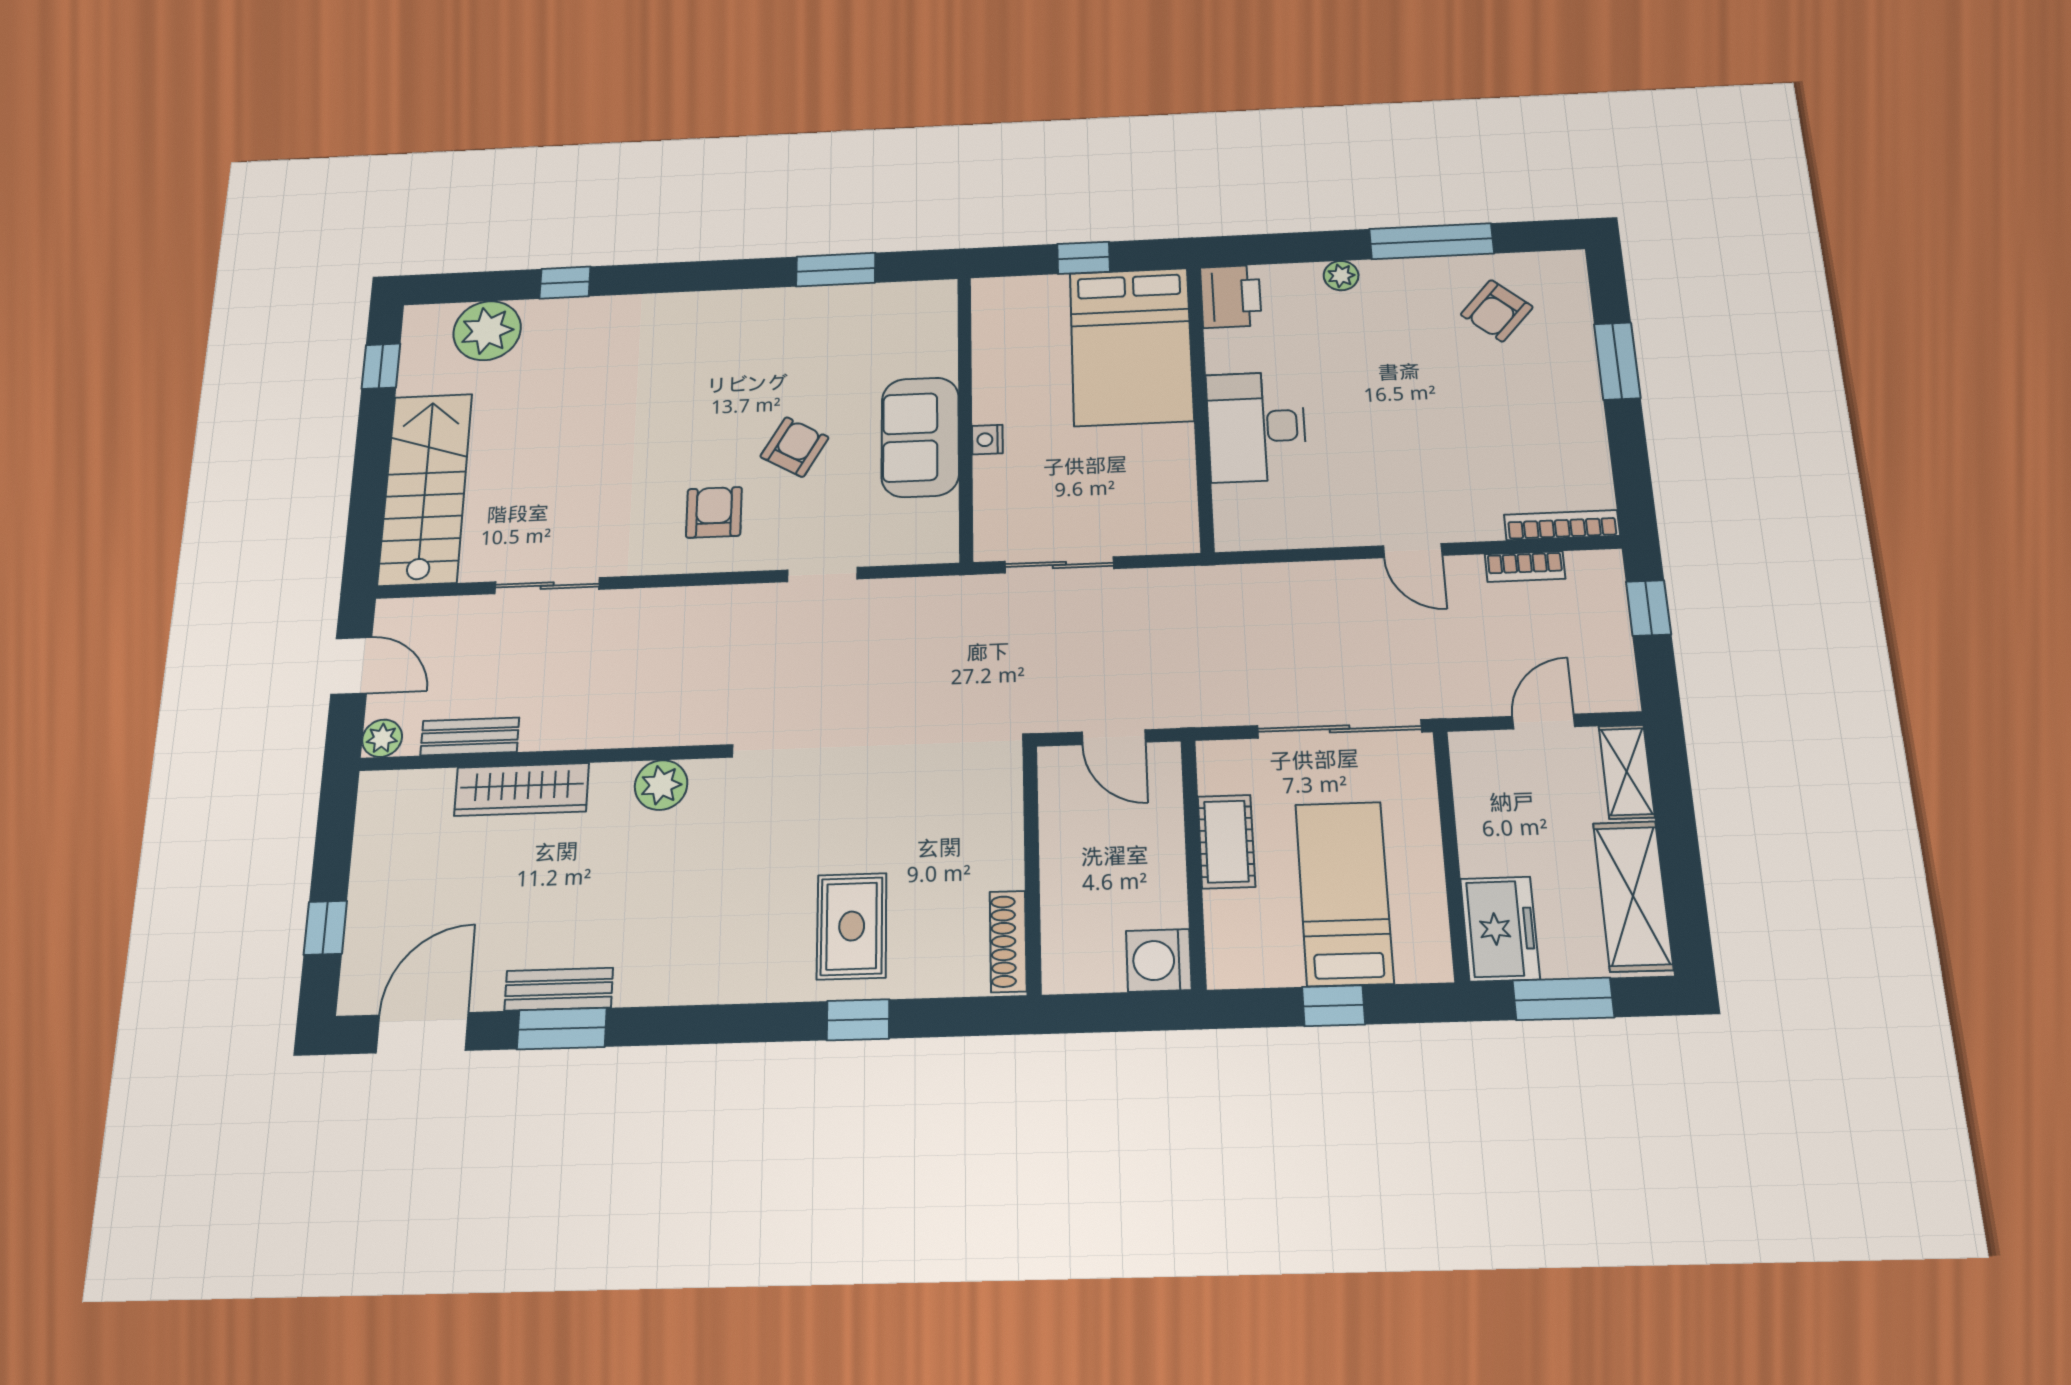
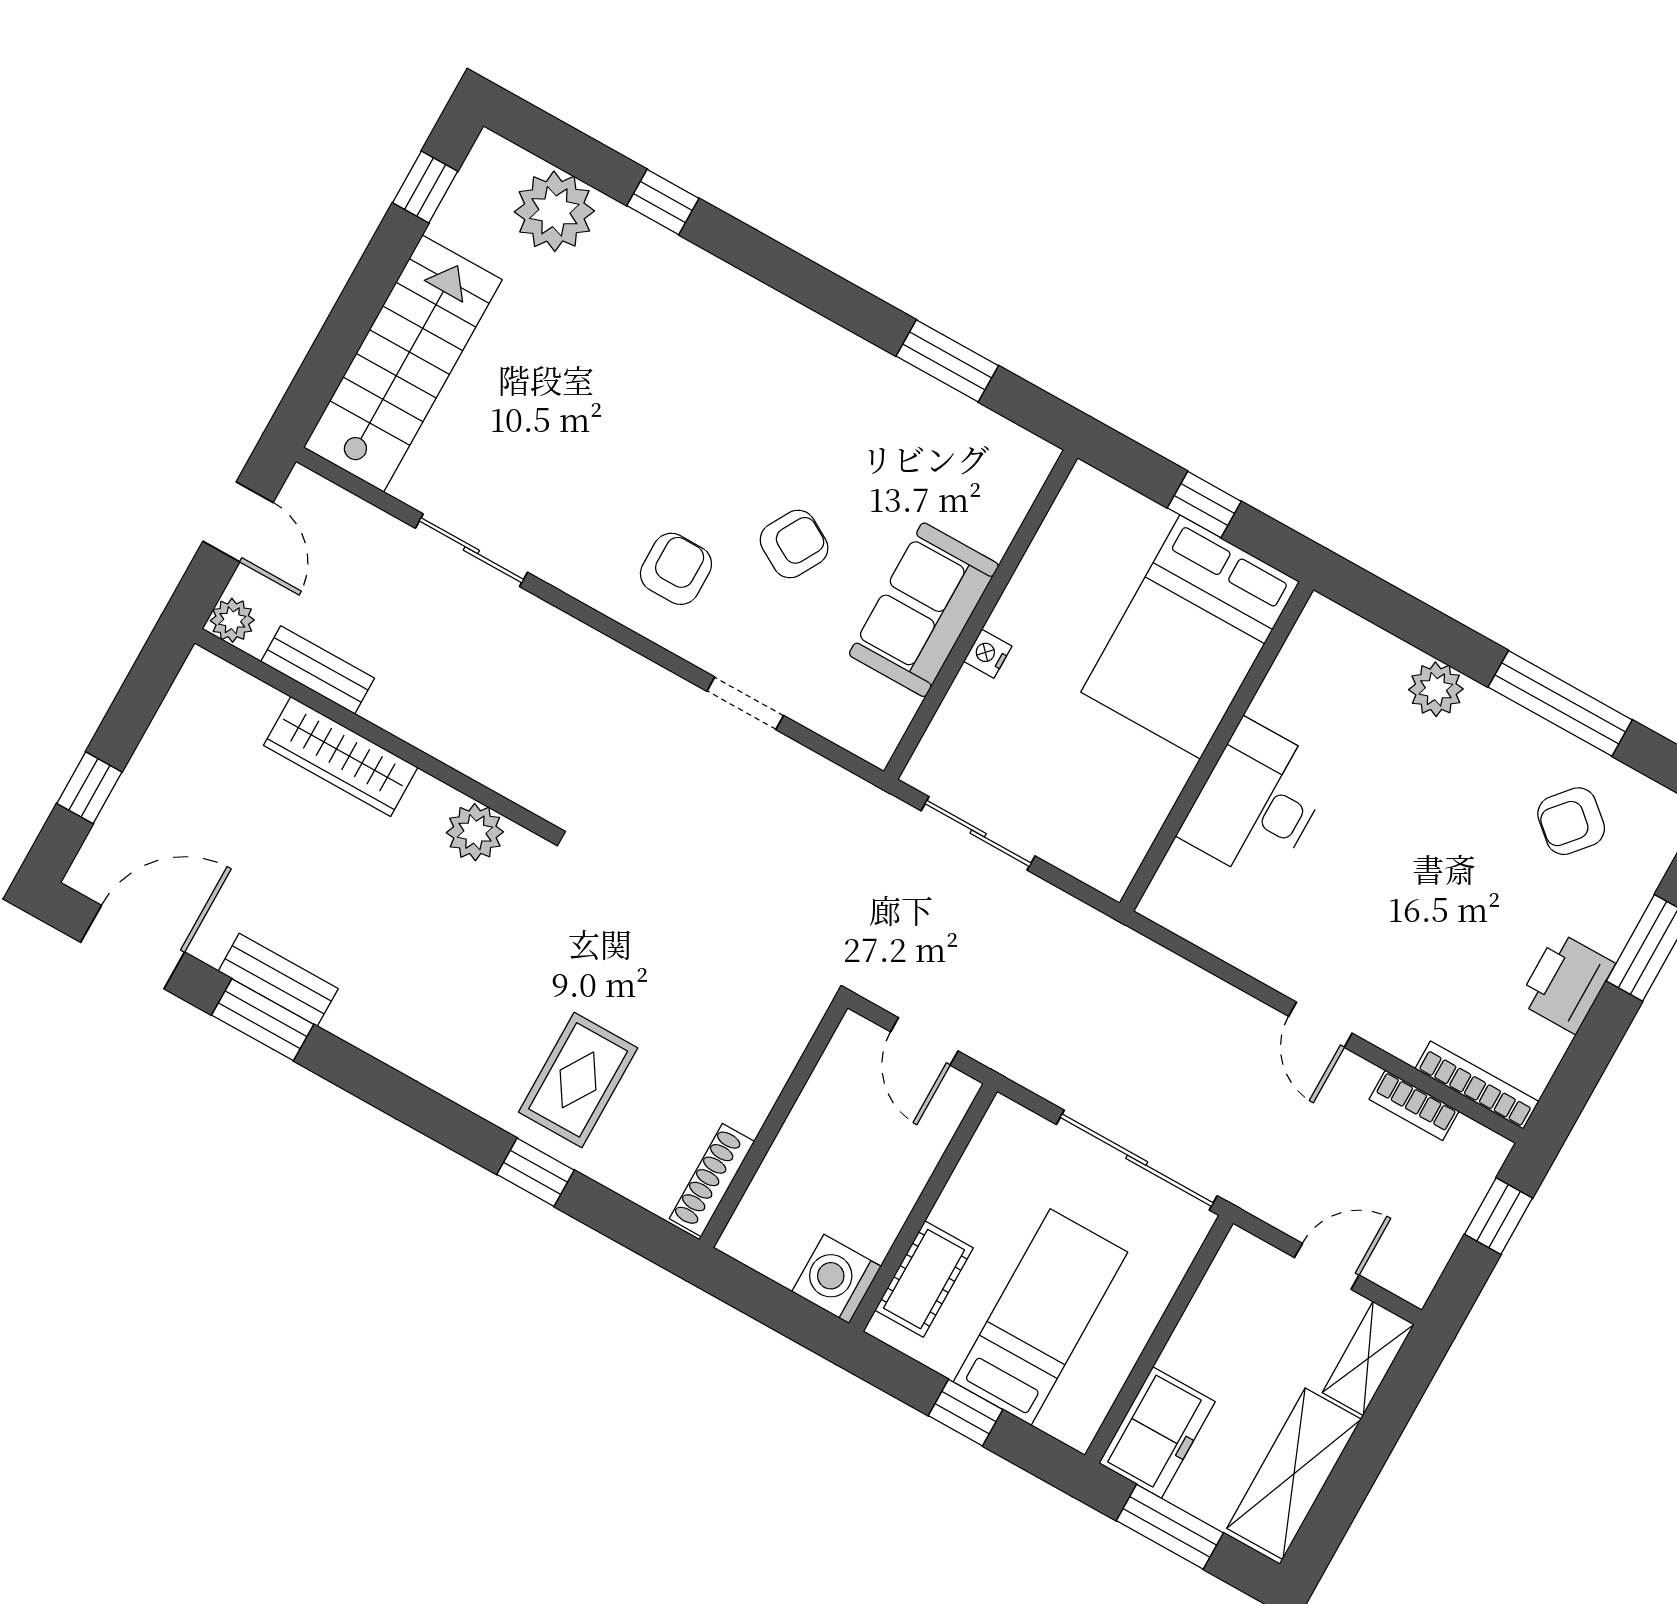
plant: (1341, 276) -> (1436, 689), width x1.38, depth x1.38
printer: (1231, 296) -> (1566, 983), moved, turned 180
cot: (1226, 842) -> (924, 1279), moved

